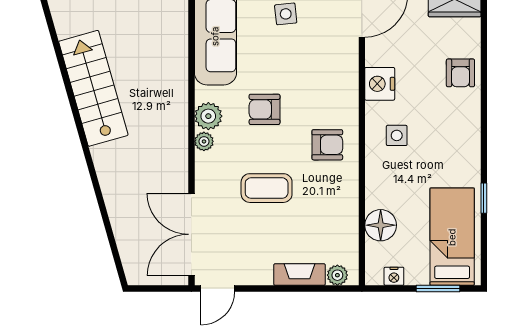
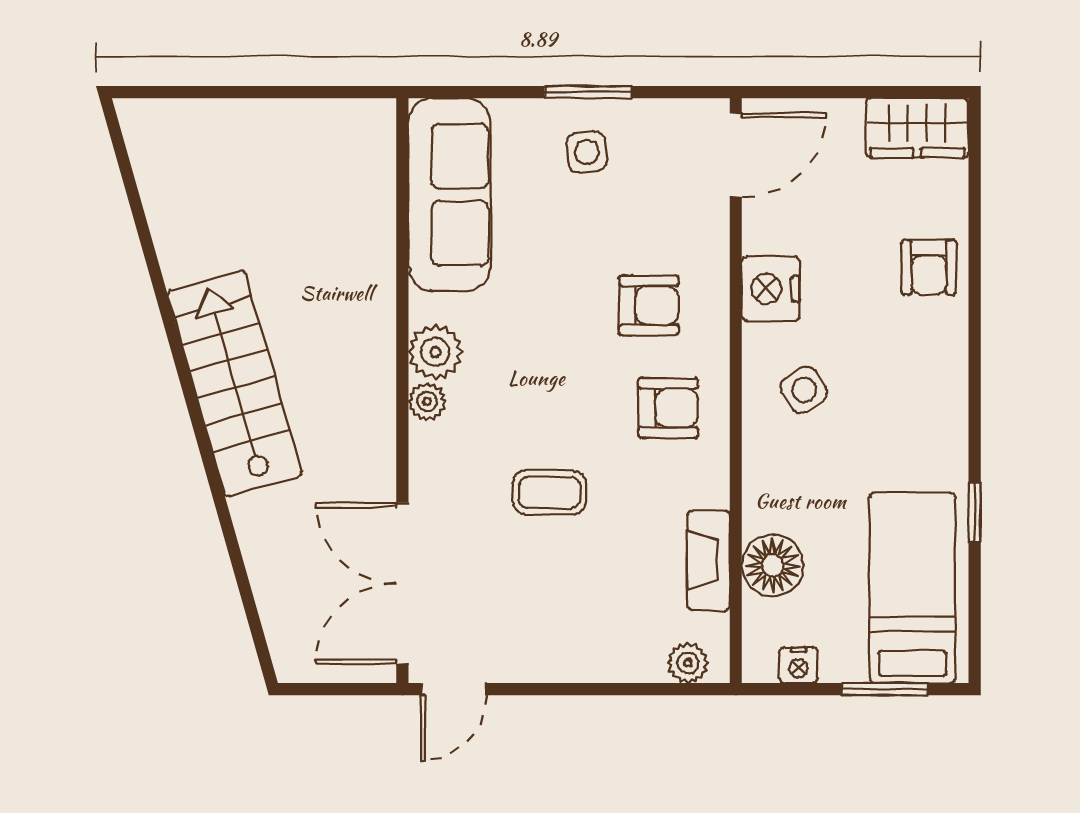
stairs: (93, 88) -> (235, 383), moved
armchair: (265, 109) -> (649, 305), moved, turned 180
side table: (397, 135) -> (804, 390), turned -33
coffee table: (267, 188) -> (549, 493), width x0.73, depth x0.77
fireplace: (299, 275) -> (708, 560), moved, turned -90

